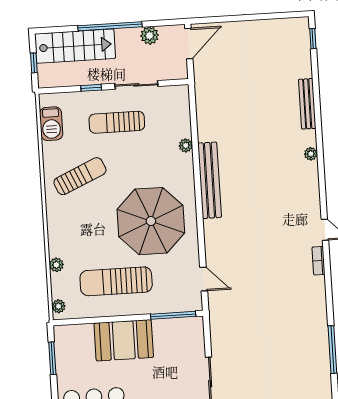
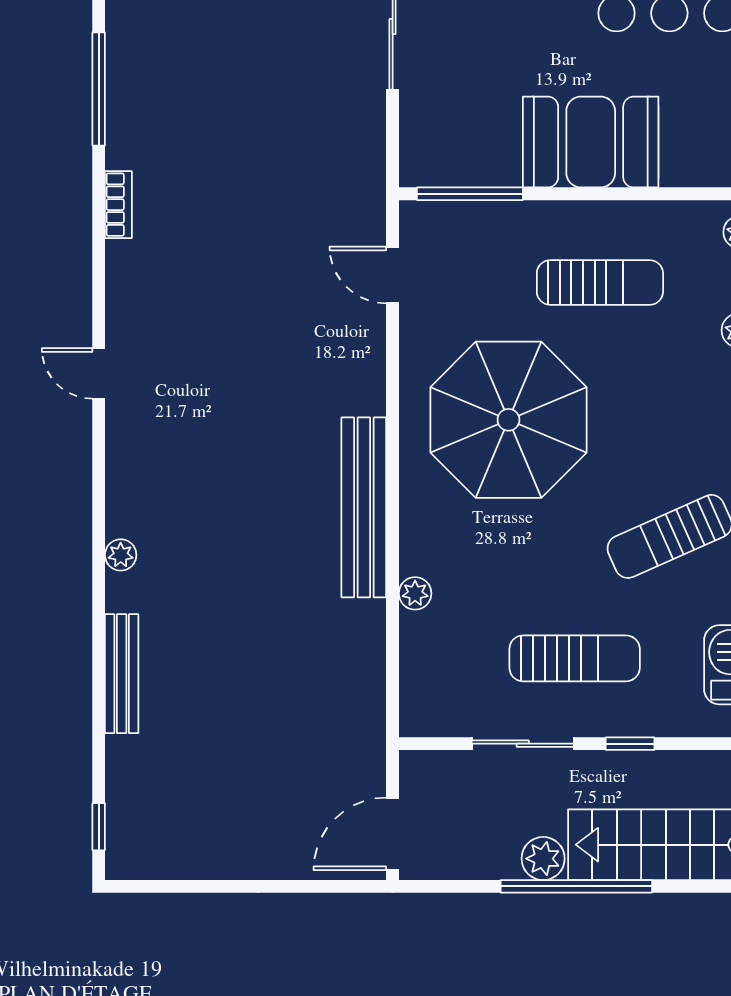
plant: (150, 36) -> (543, 859), moved
bookcase: (318, 261) -> (118, 205), moved
sun lounger: (116, 281) -> (600, 282), width x0.73, depth x0.75

